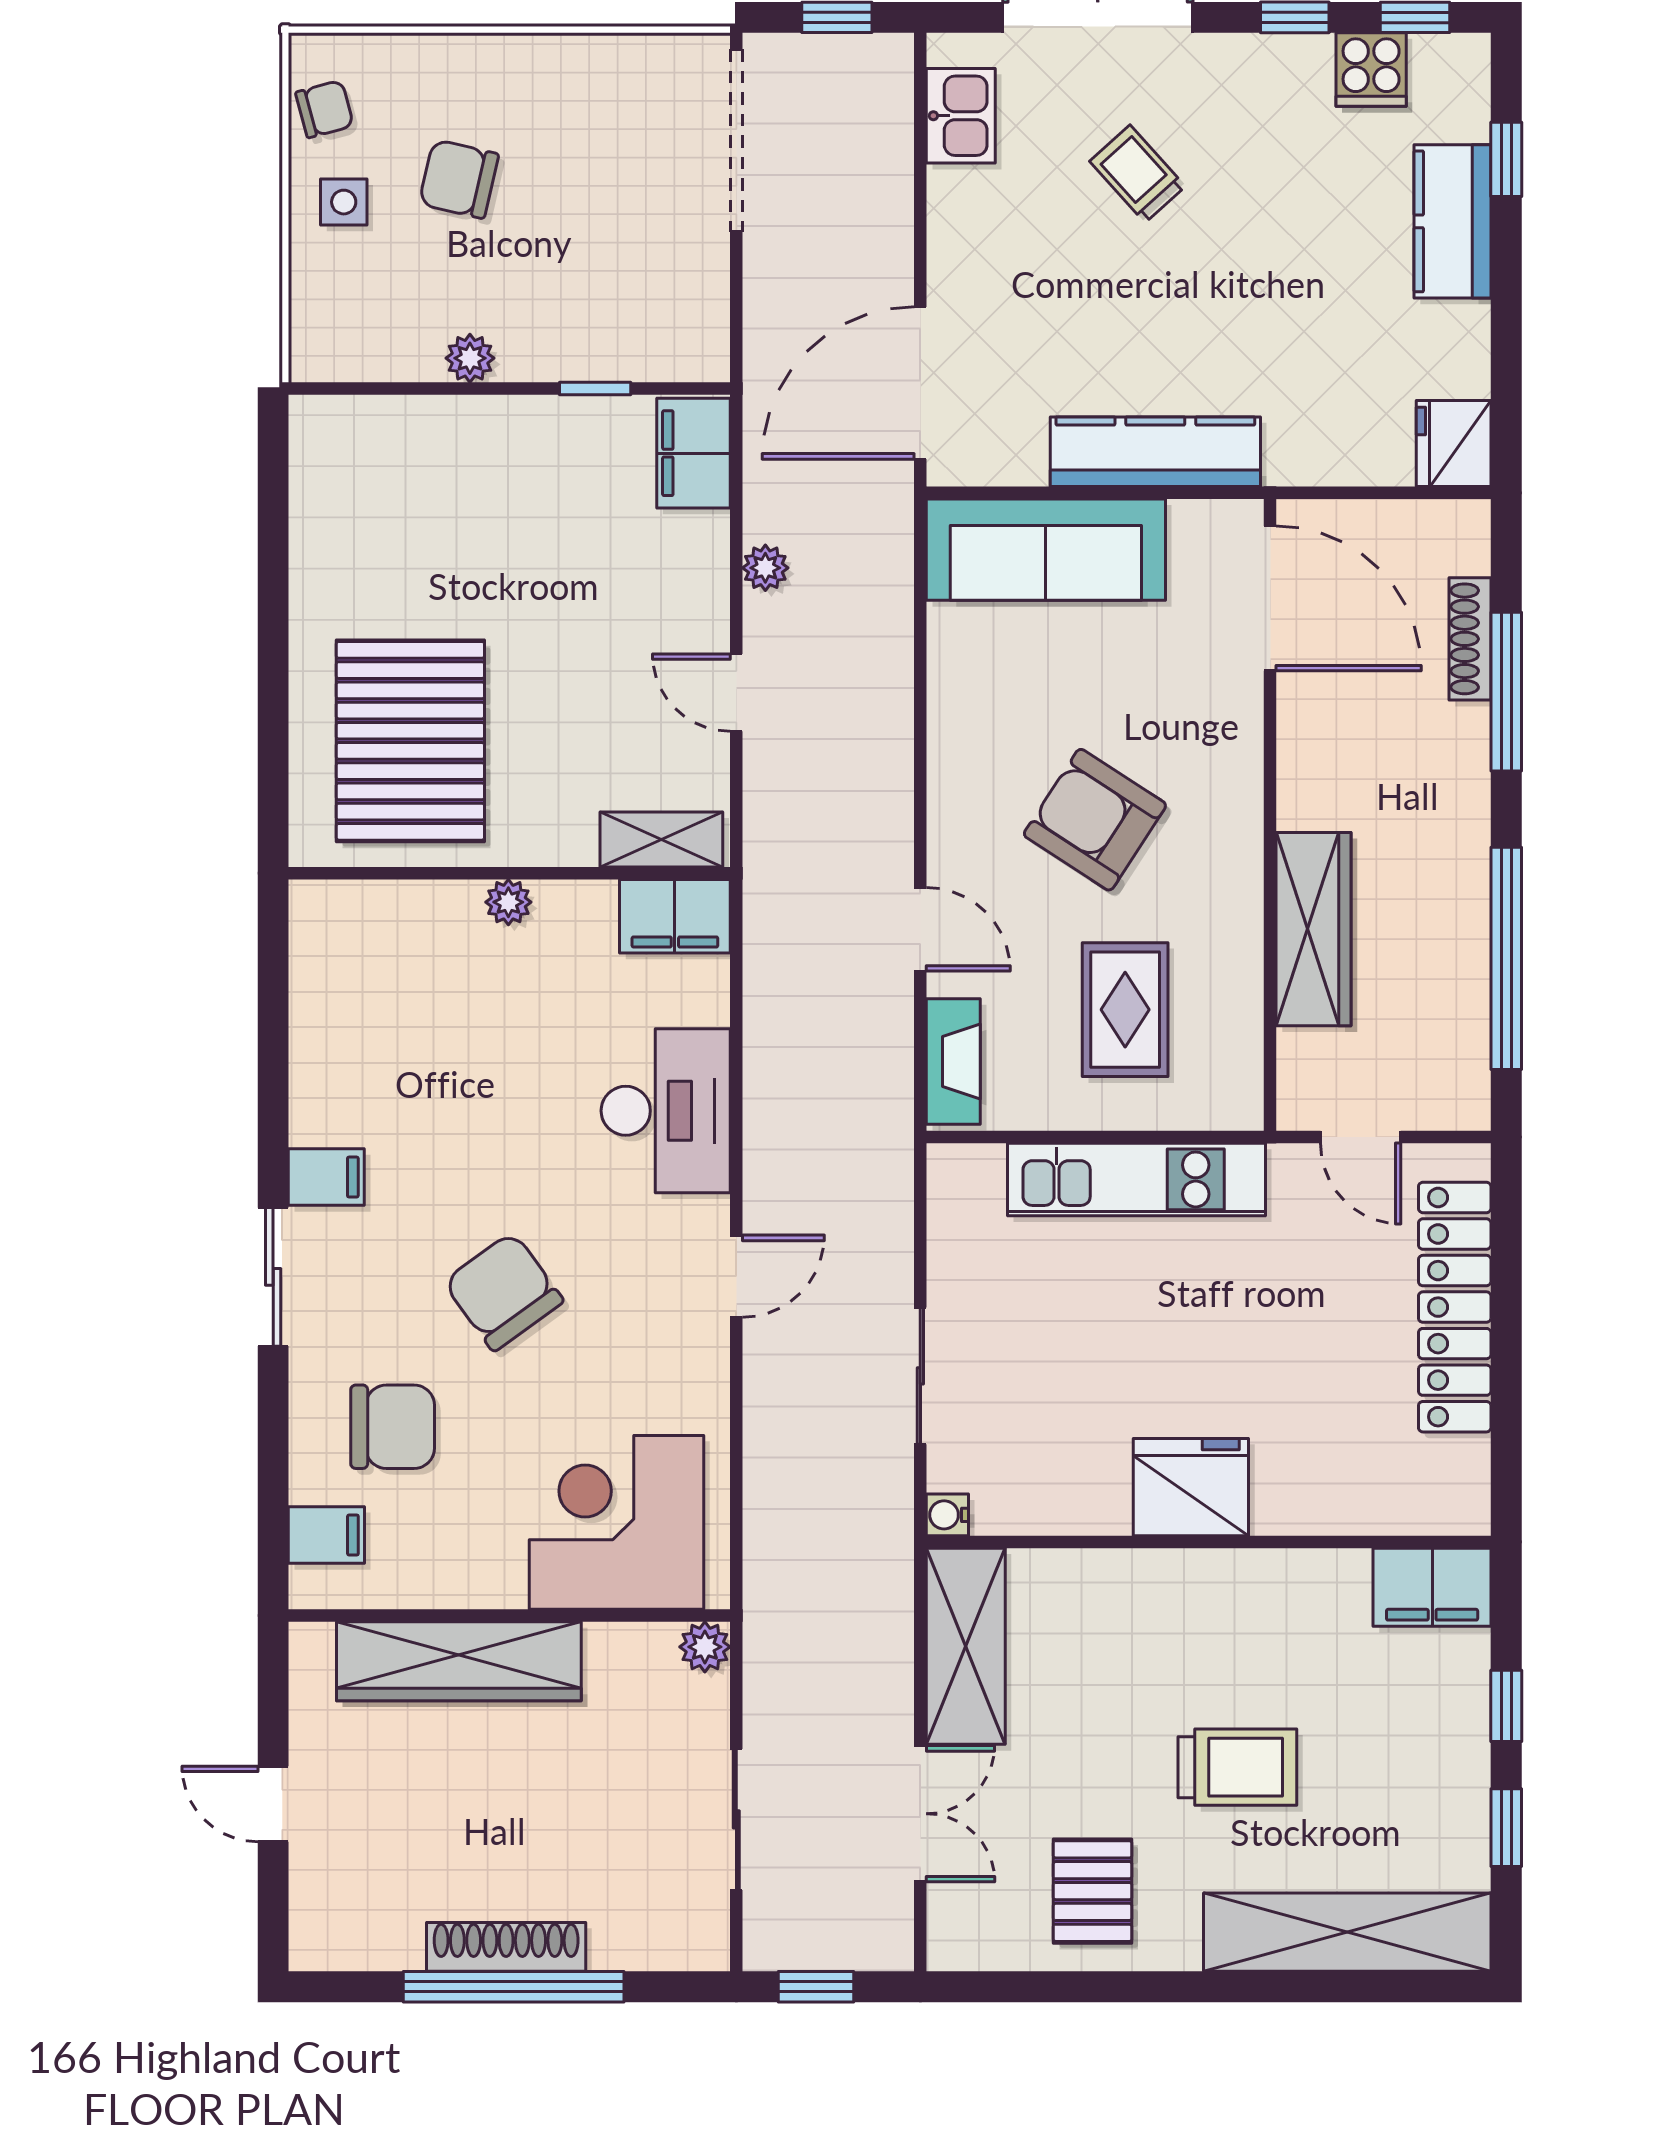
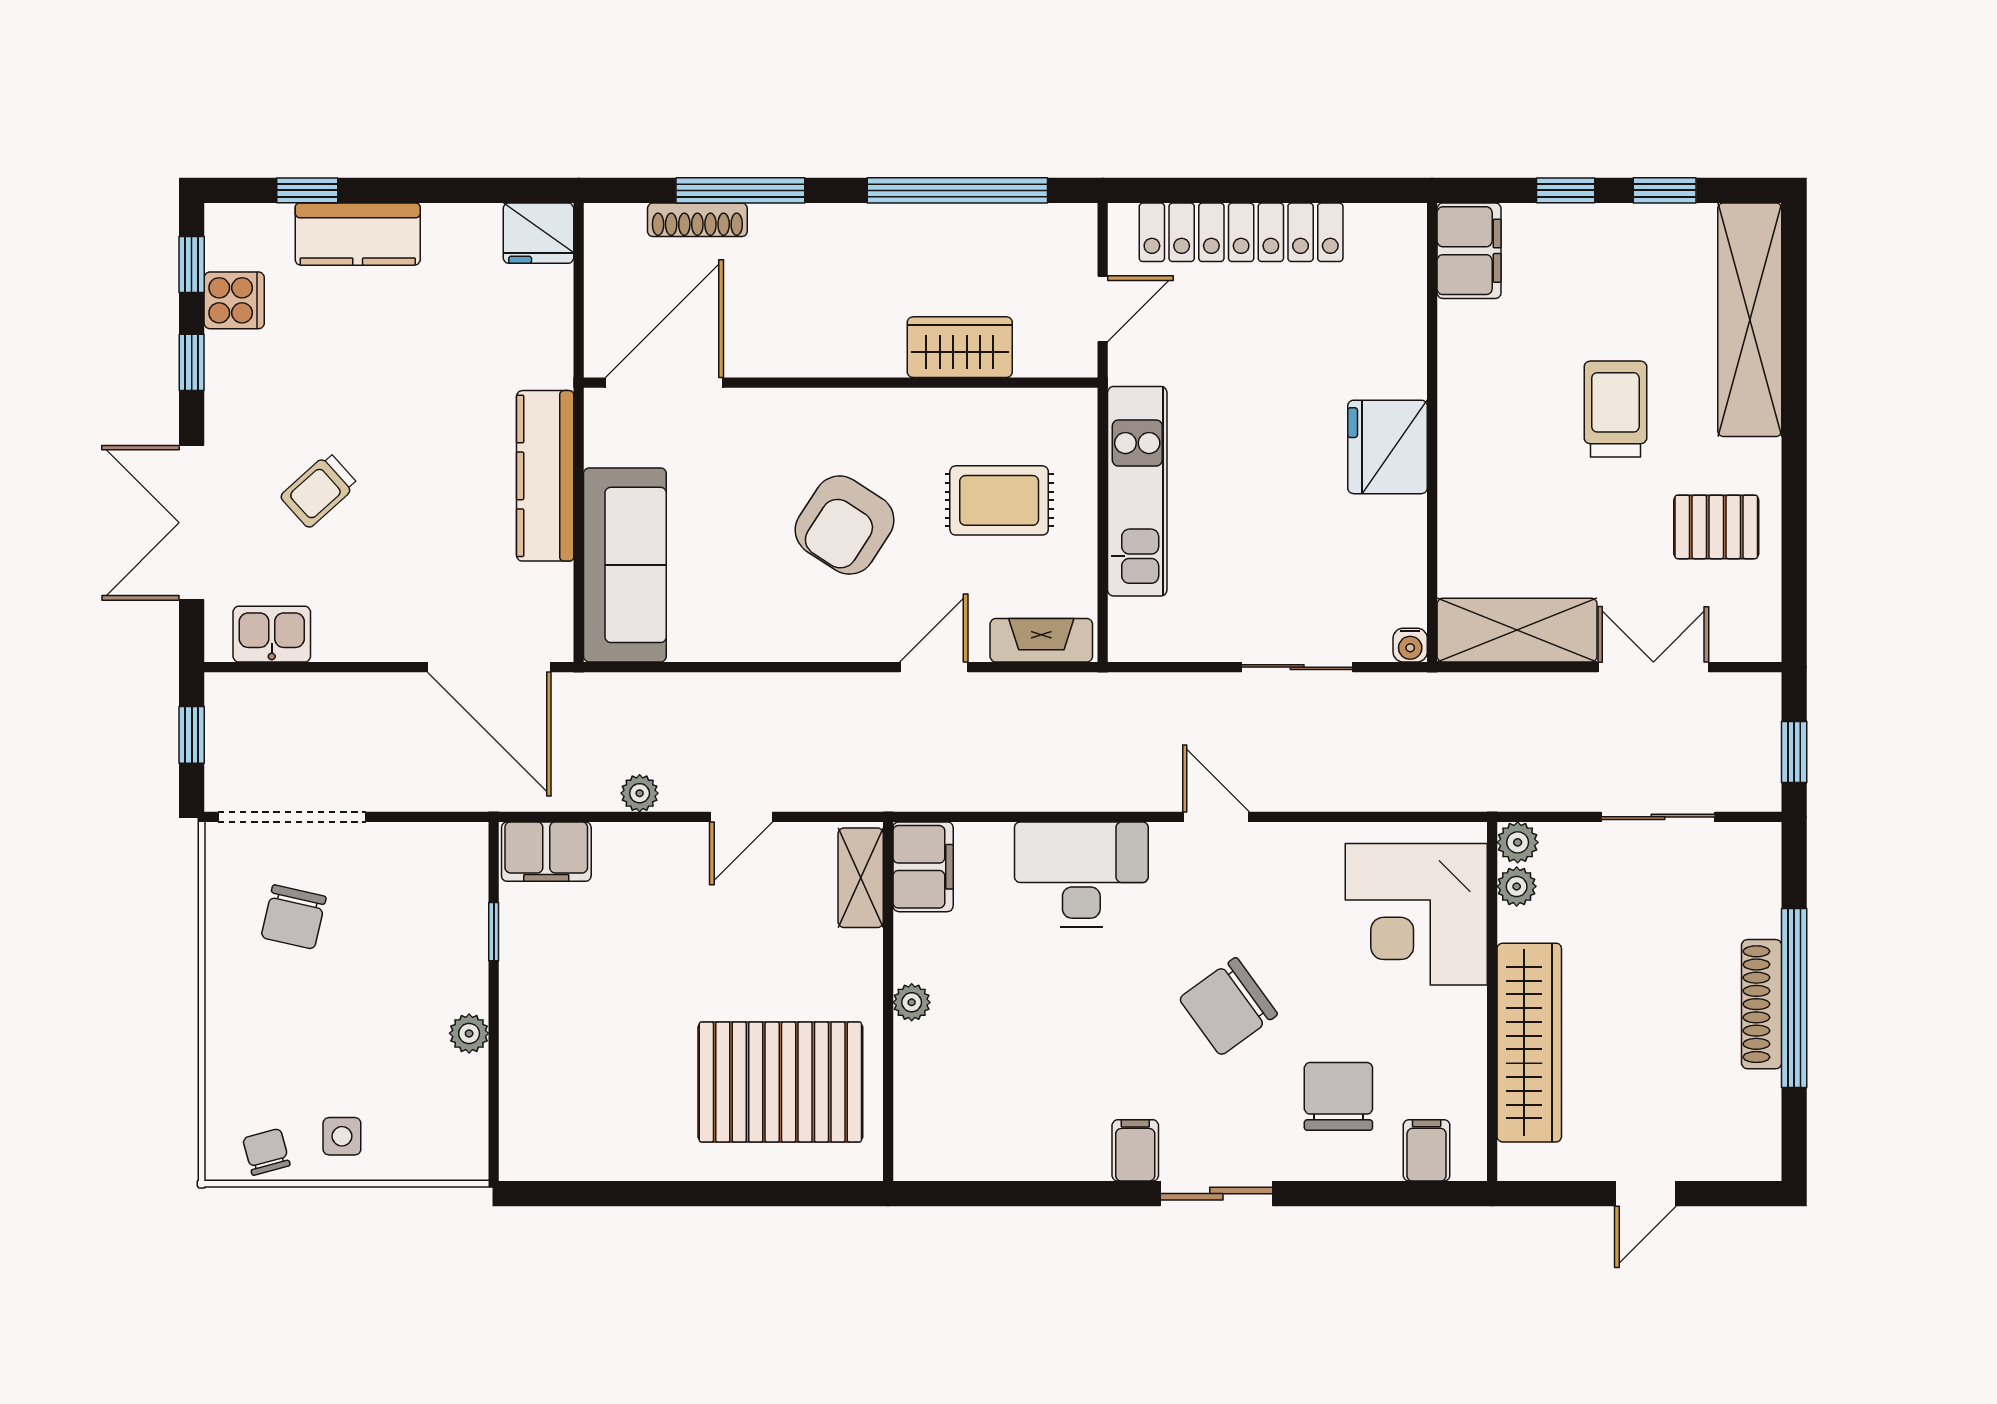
chair: (459, 179) -> (294, 917), moved
wardrobe: (1314, 929) -> (960, 347), width x0.67
plant: (651, 1646) -> (1517, 886), added

